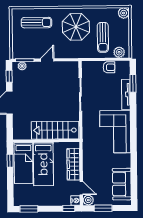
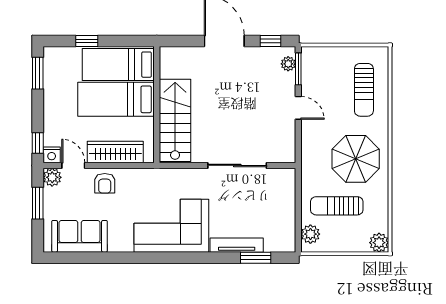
armchair: (109, 67) -> (105, 183), moved
window: (10, 161) -> (87, 41), moved
door: (81, 188) -> (73, 165), swing flipped

